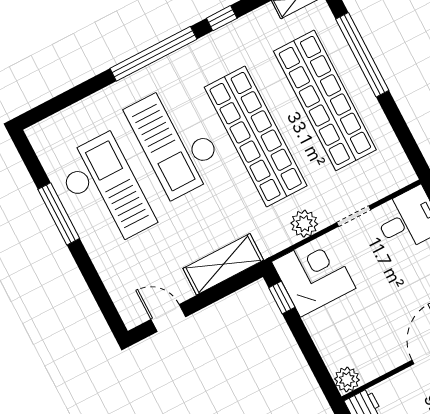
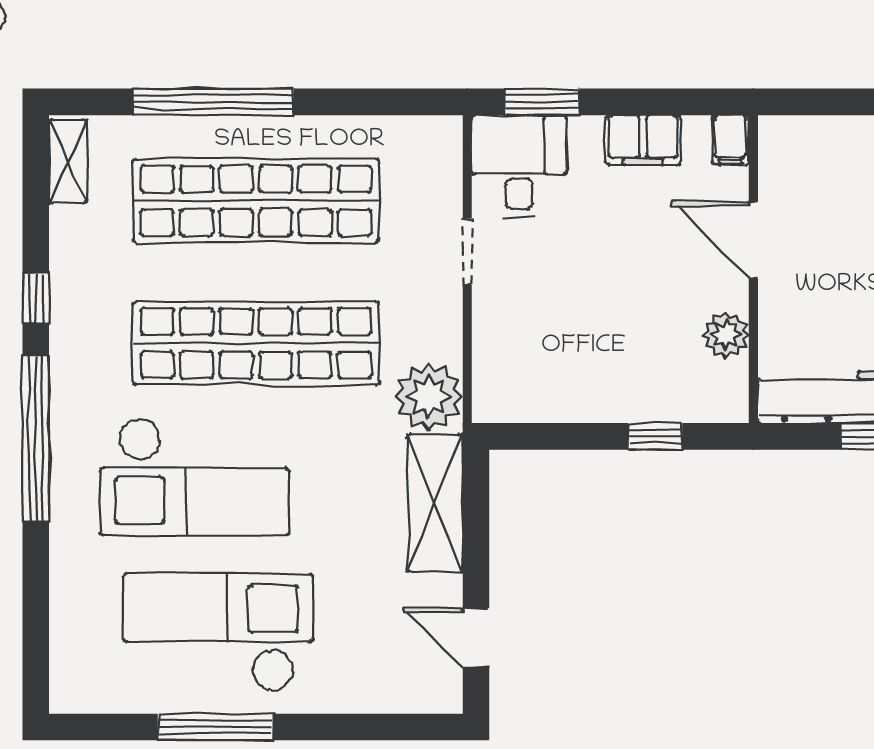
plant: (304, 224) -> (429, 397), moved, width x1.36, depth x1.36
corner desk: (314, 275) -> (529, 366), removed
window: (282, 297) -> (655, 436), moved
door: (168, 318) -> (476, 638), hinge flipped
plant: (347, 379) -> (726, 335), moved

